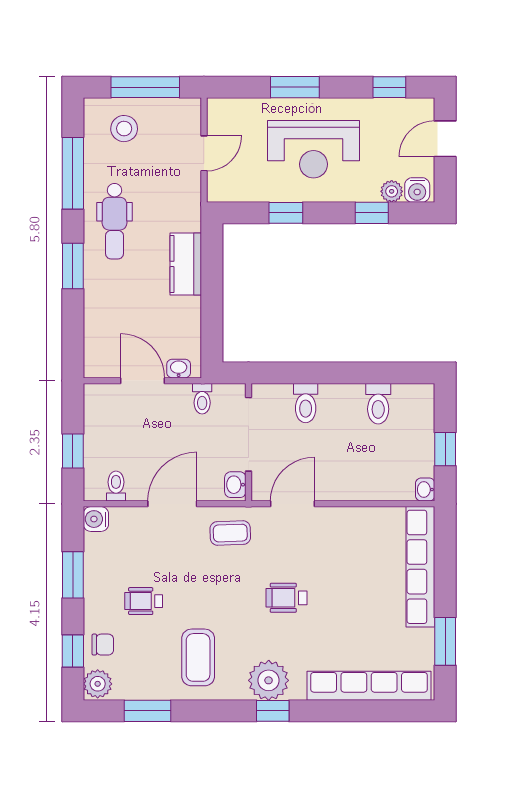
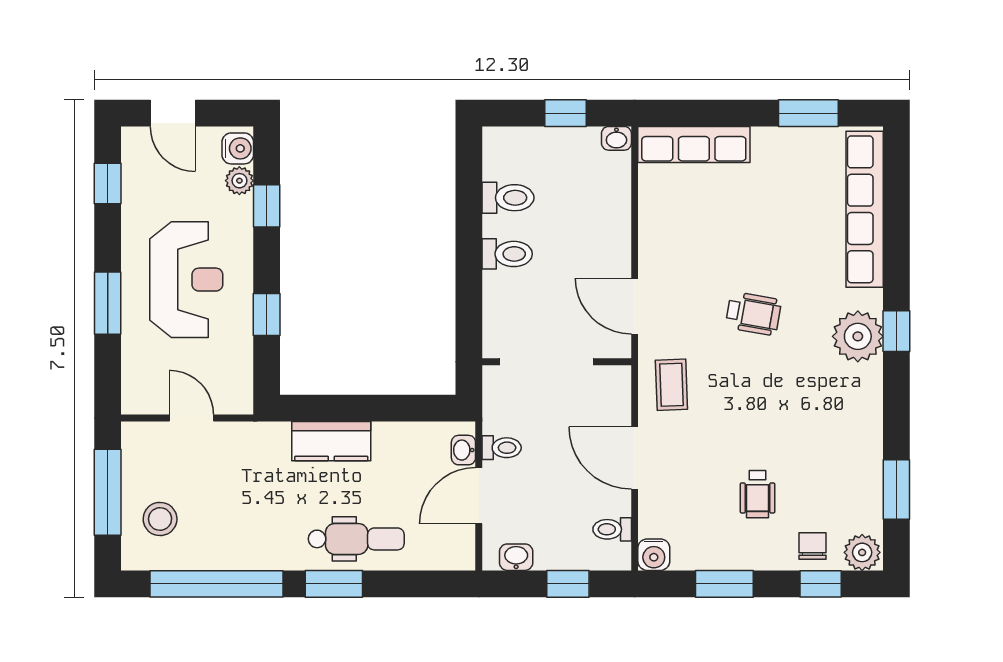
window: (73, 173) -> (217, 584), width x1.46
dental chair: (115, 221) -> (356, 539), moved
toilet: (202, 399) -> (502, 448), moved
toilet: (306, 403) -> (507, 254), moved
washbasin: (235, 485) -> (516, 557), moved, turned 180
row of seats: (420, 567) -> (694, 144), width x0.73
wheelchair: (287, 598) -> (753, 314), turned -80
coffee table: (198, 657) -> (829, 425), removed

